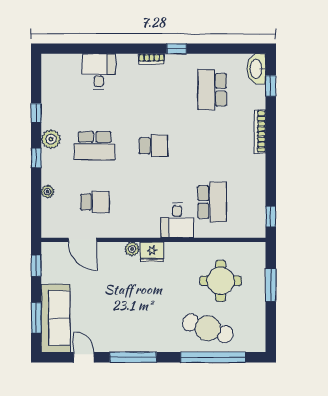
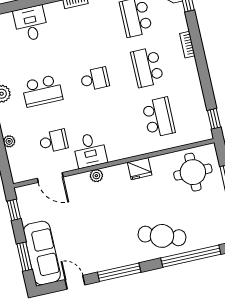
bookcase: (260, 131) -> (187, 45), width x0.64
school desk: (212, 146) -> (147, 67), added
desk: (177, 220) -> (90, 150), moved
fridge: (152, 252) -> (140, 169), moved
round table: (221, 281) -> (193, 172), moved
cafe table: (208, 328) -> (162, 236), moved

